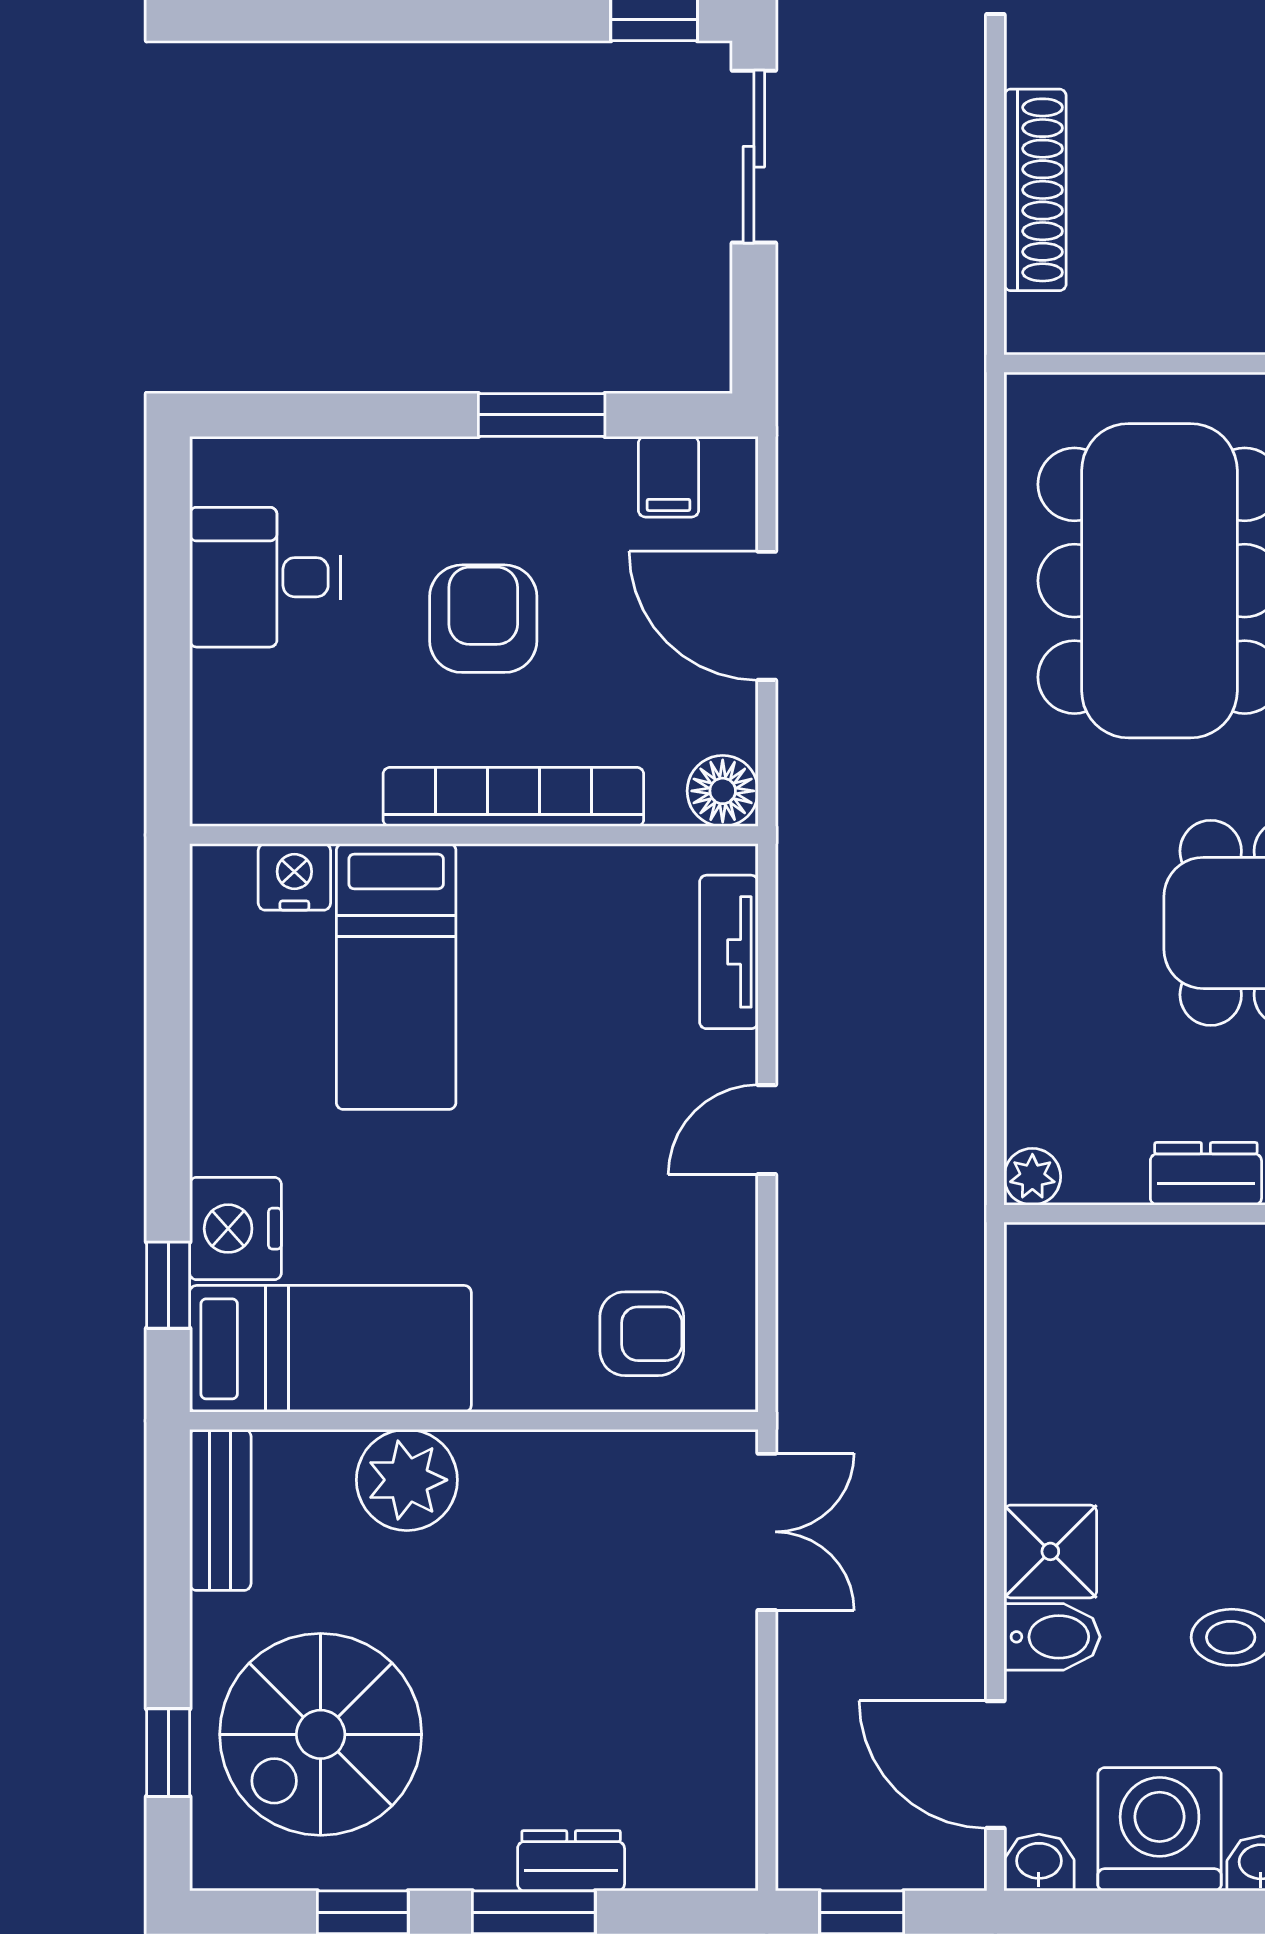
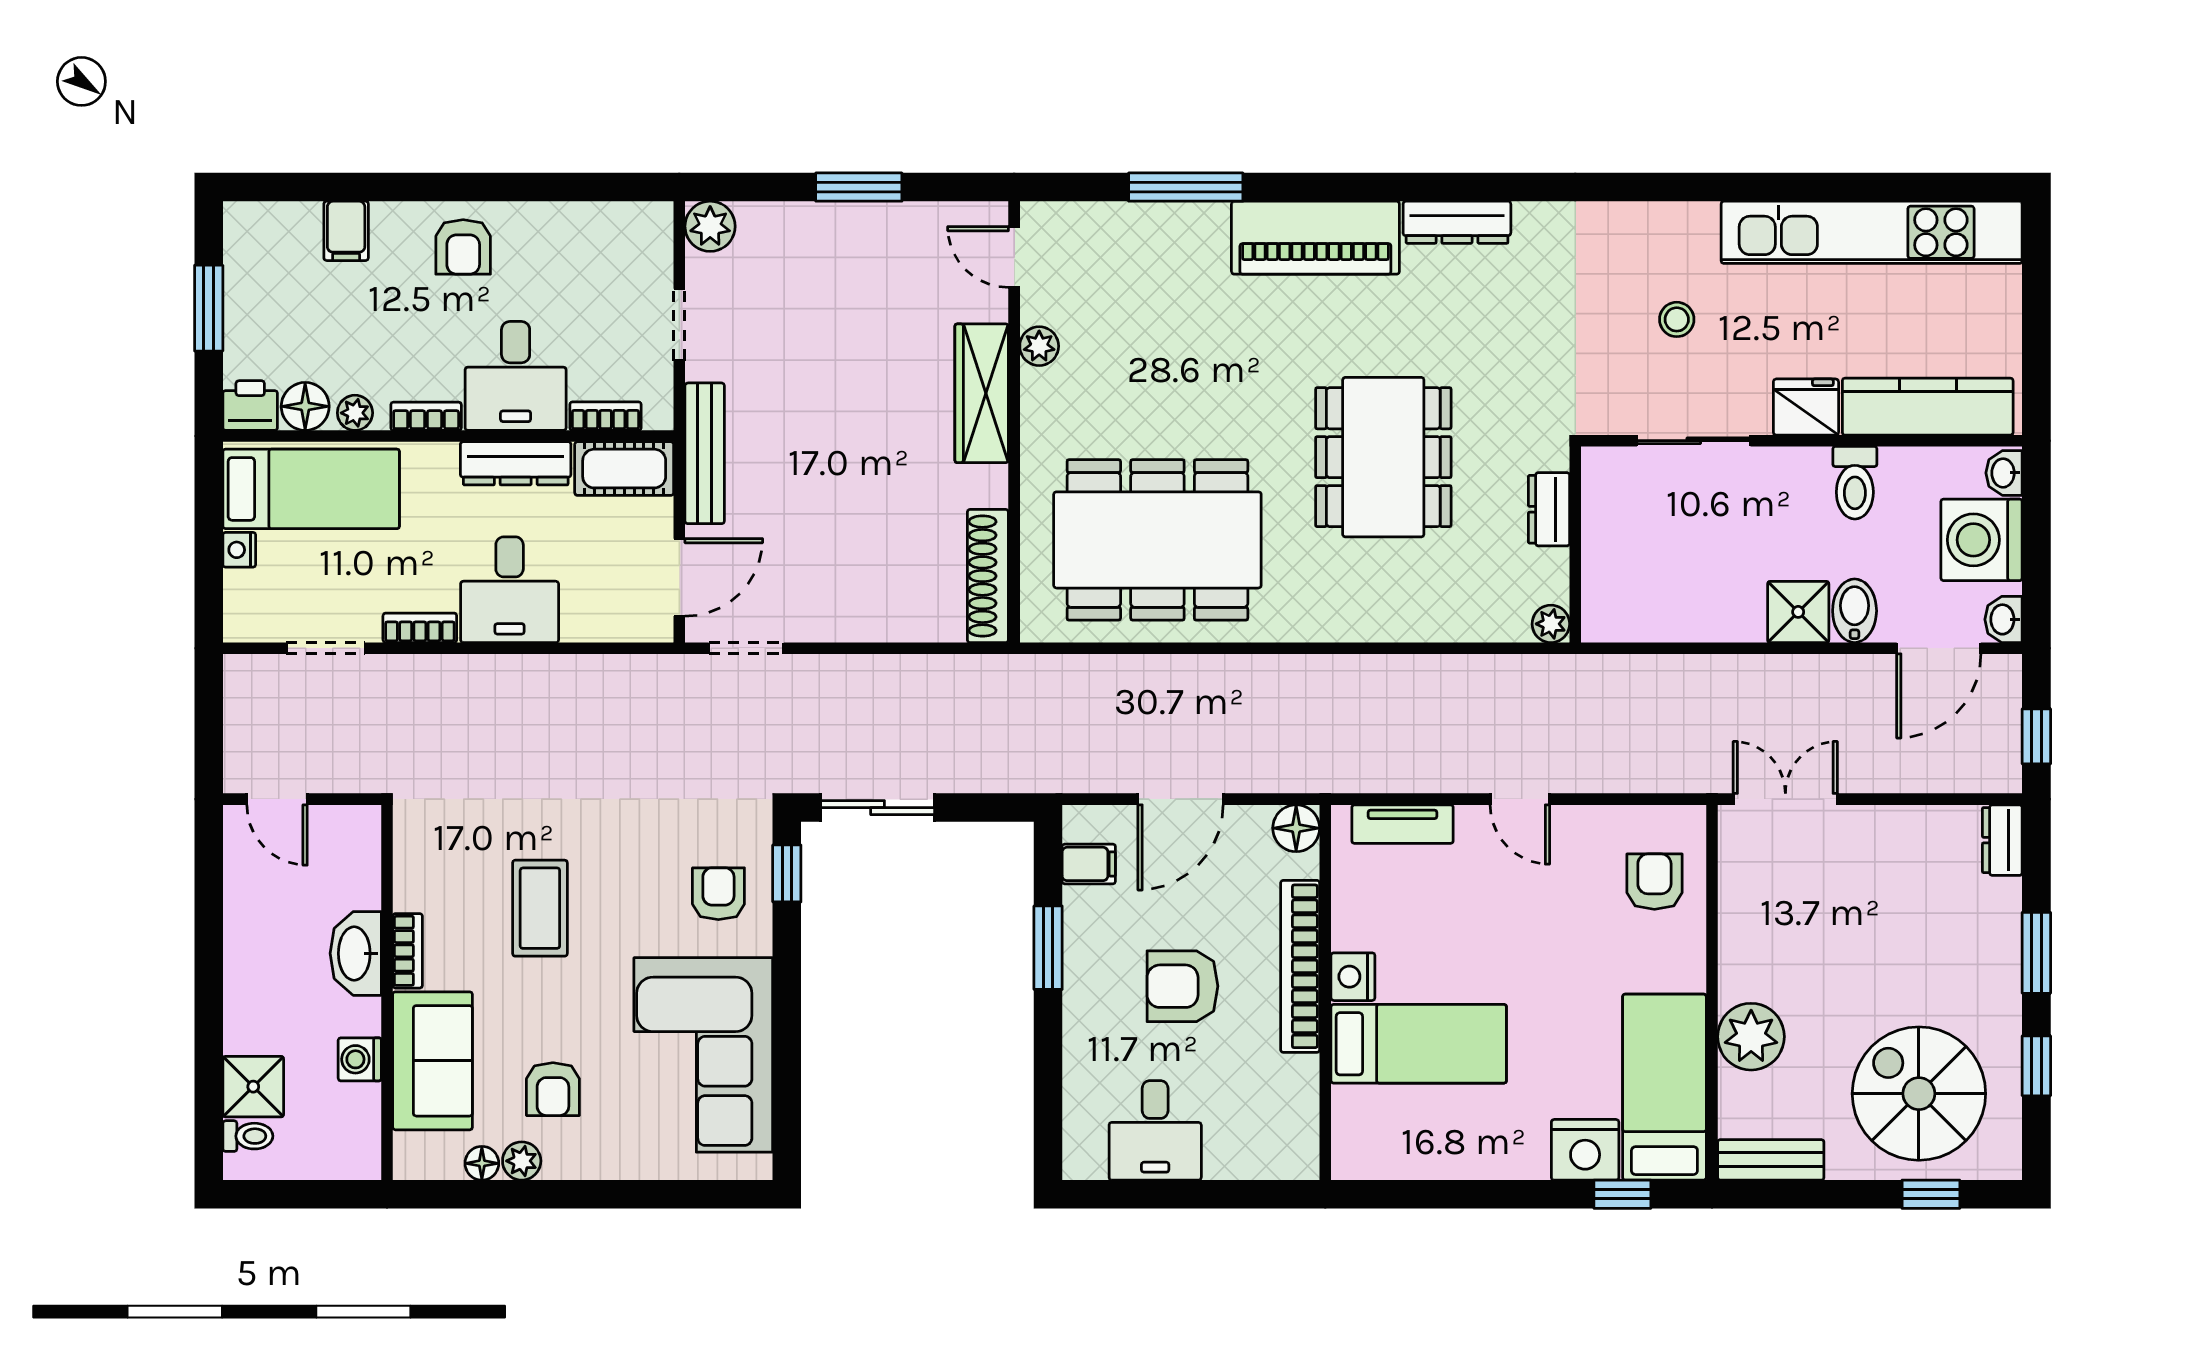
shoe rack: (1035, 190) -> (988, 576), moved, turned -90
nightstand: (294, 877) -> (1353, 977), moved
spiral stairs: (321, 1734) -> (1919, 1094), turned 180
dresser: (571, 1861) -> (2002, 840), moved

